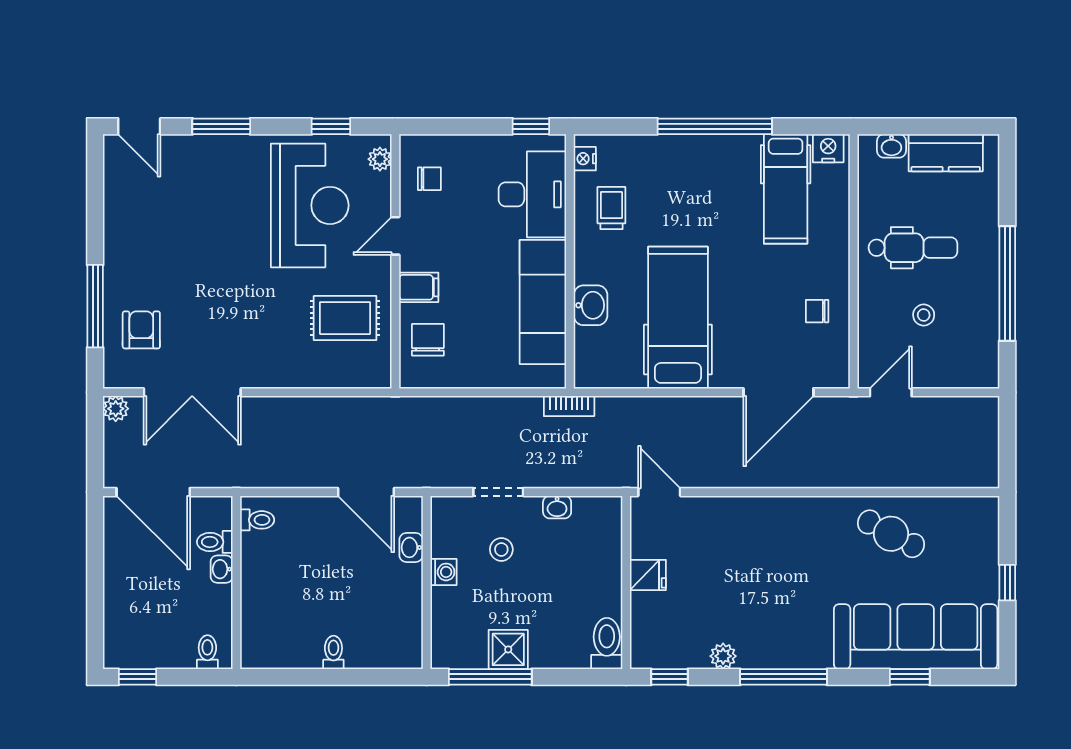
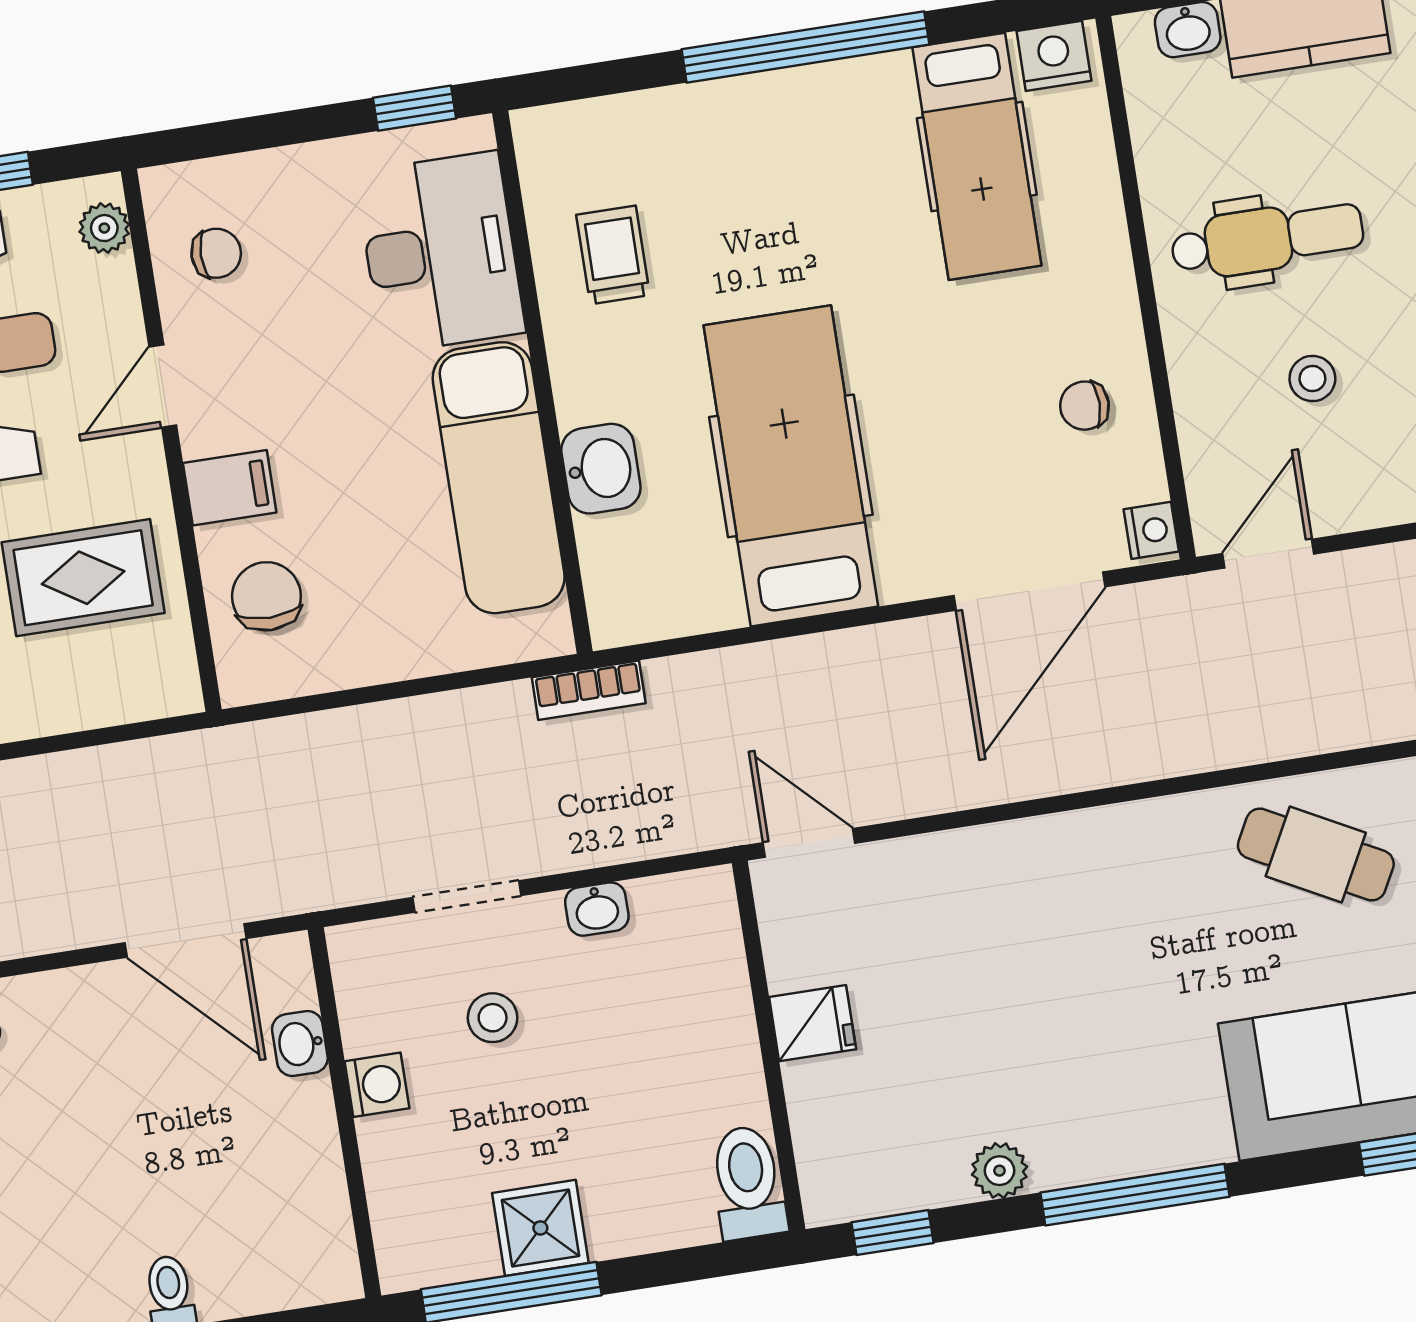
nightstand: (585, 159) -> (1151, 530), moved, turned 180

